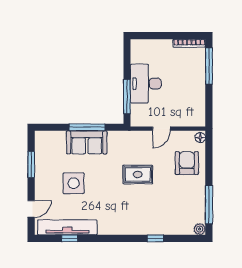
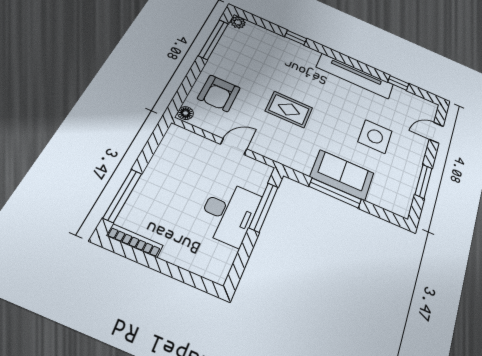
tv unit: (67, 227) -> (355, 76), moved

